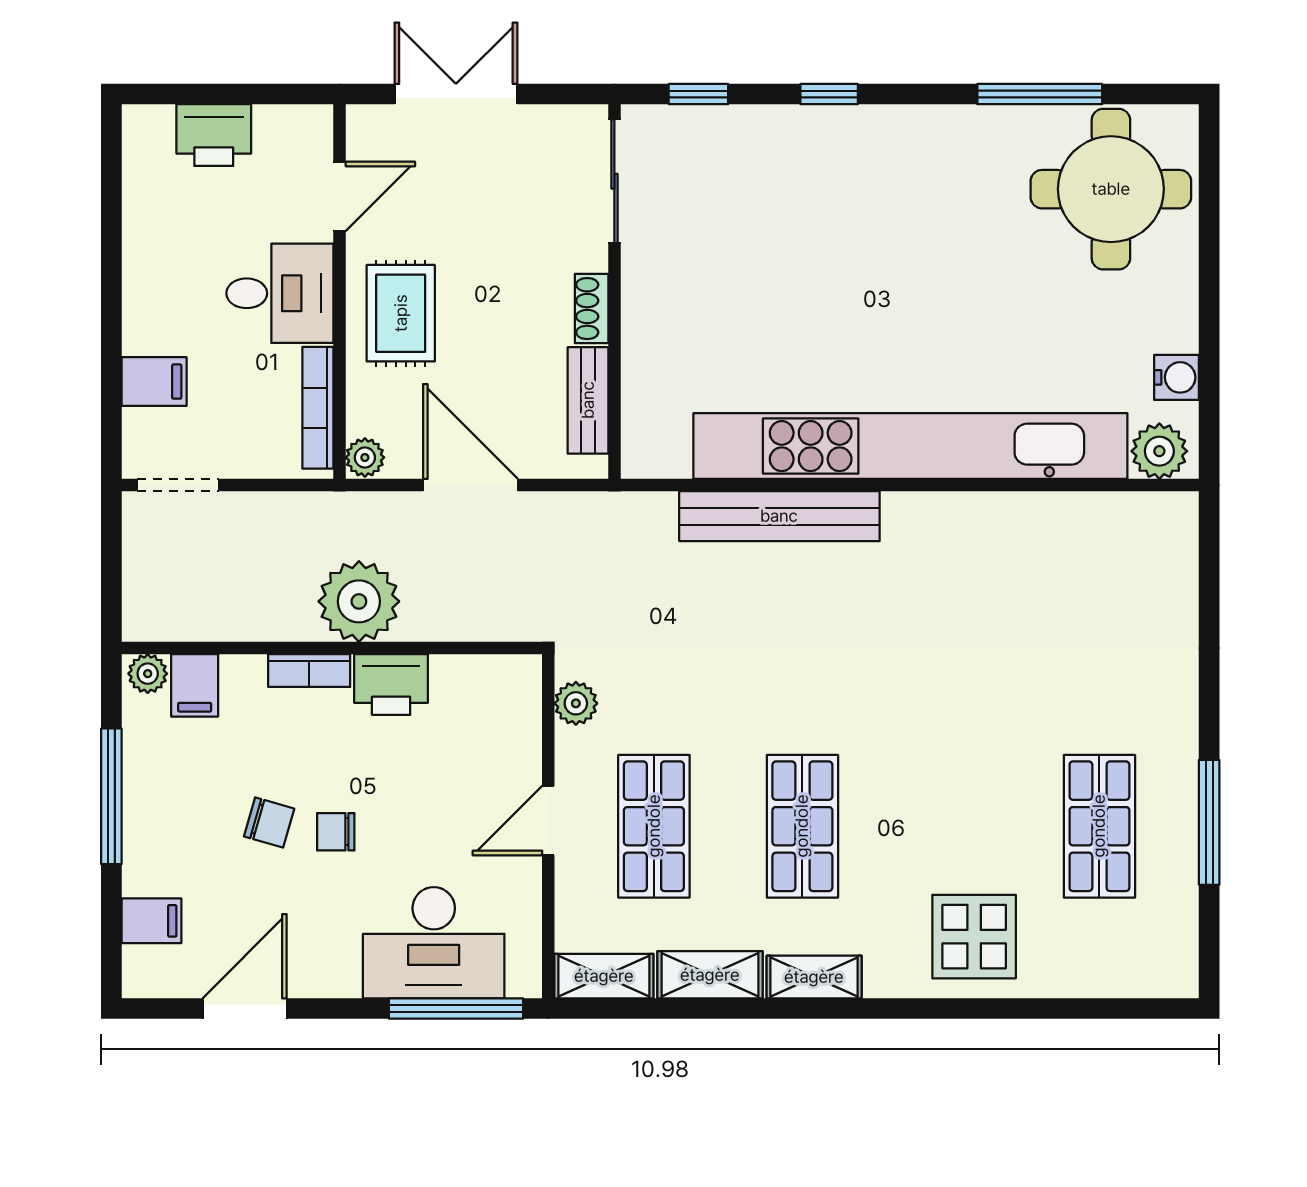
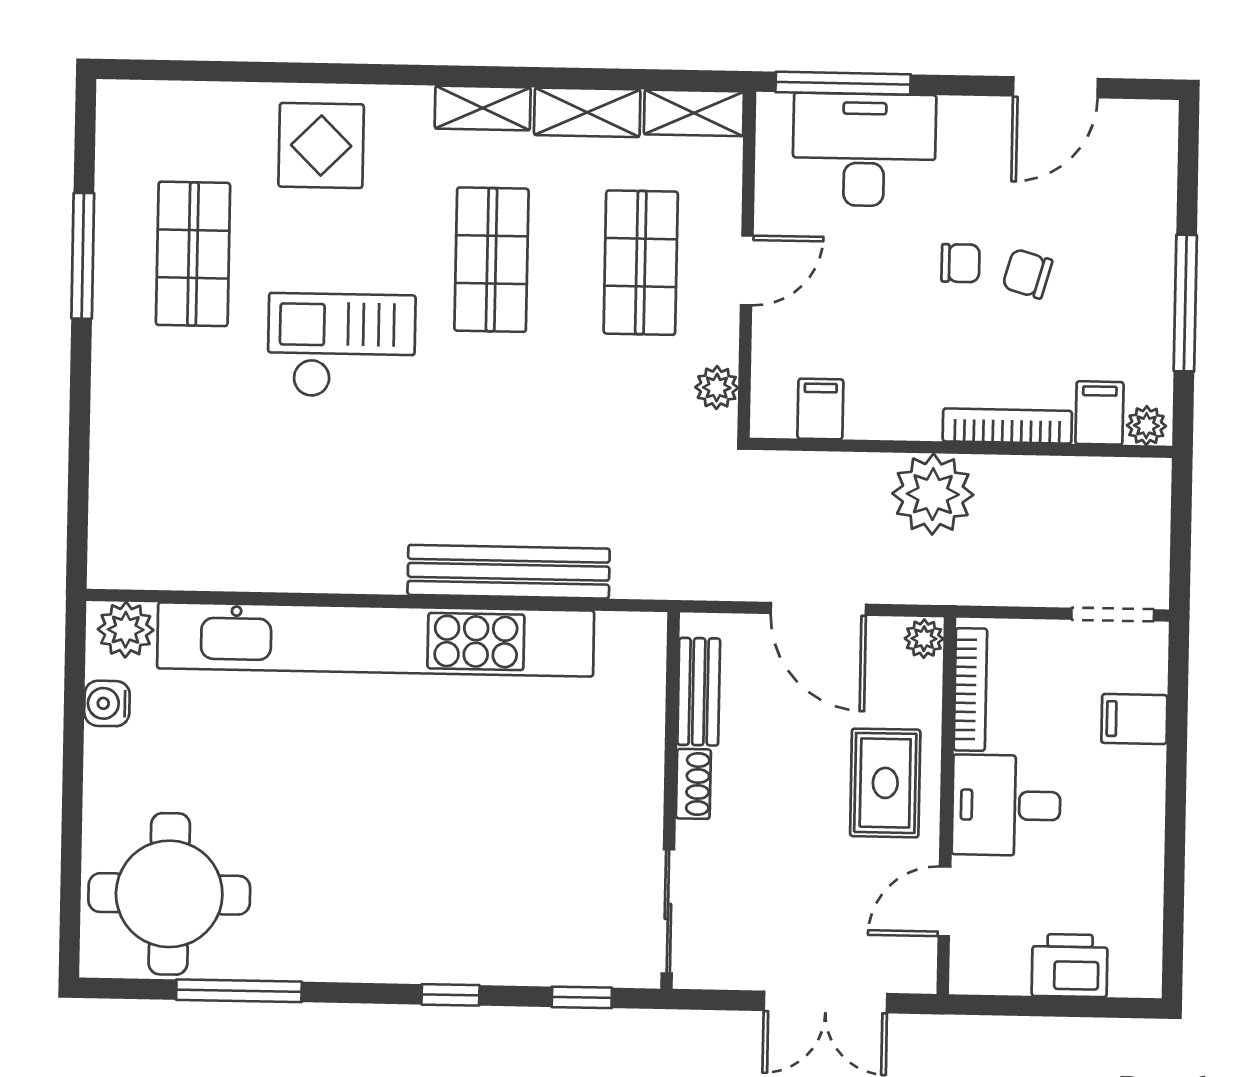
bookcase: (309, 671) -> (1007, 426), width x1.56
printer: (391, 685) -> (902, 410), removed
checkout: (950, 738) -> (341, 346), added
filing cabinet: (151, 921) -> (820, 409), moved, turned 90

